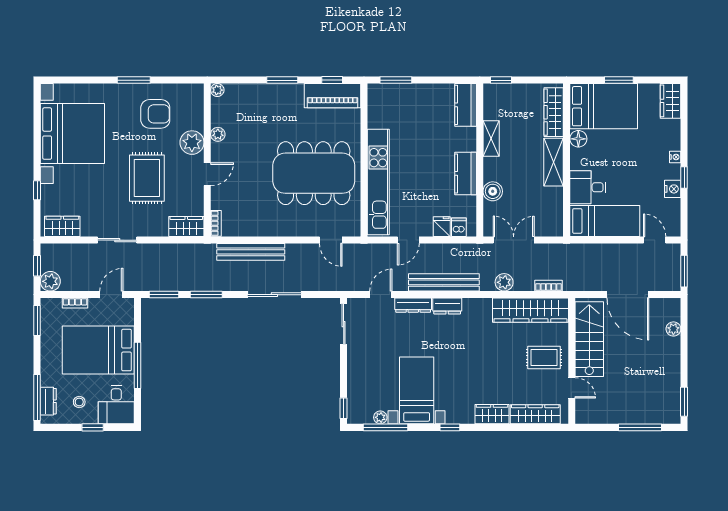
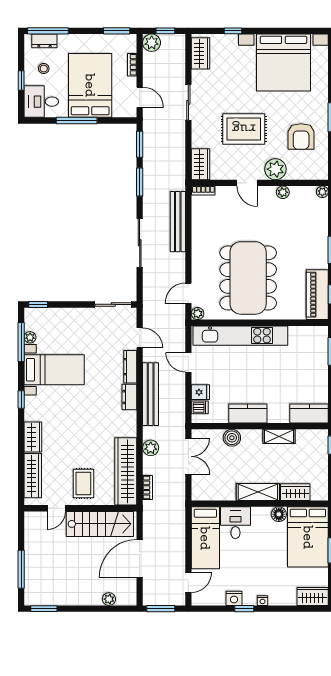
wardrobe: (554, 112) -> (295, 492), width x0.67
plant: (354, 230) -> (198, 314), added

